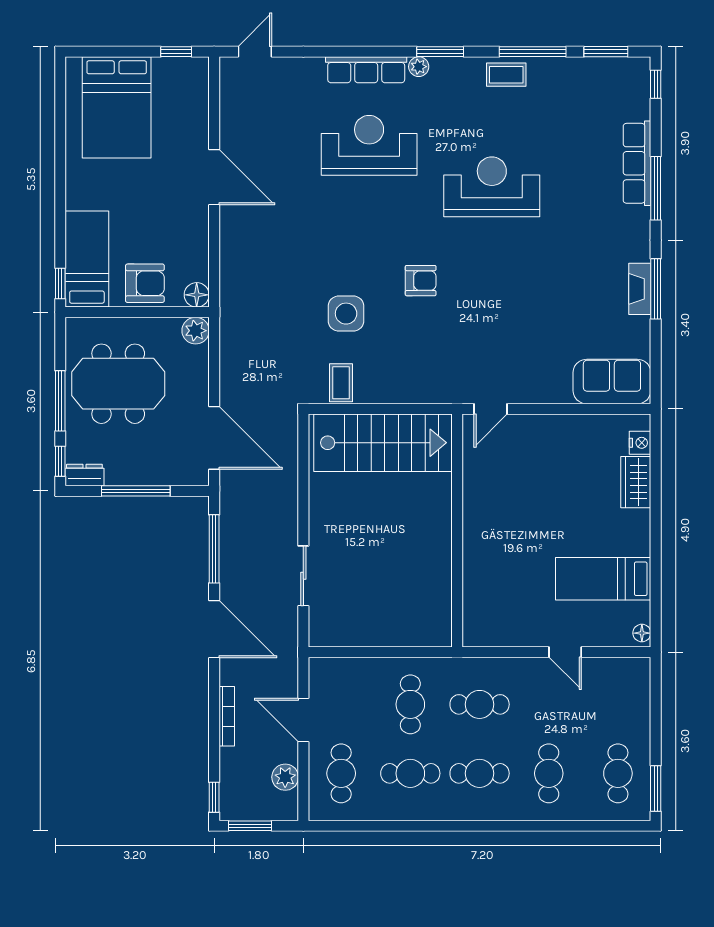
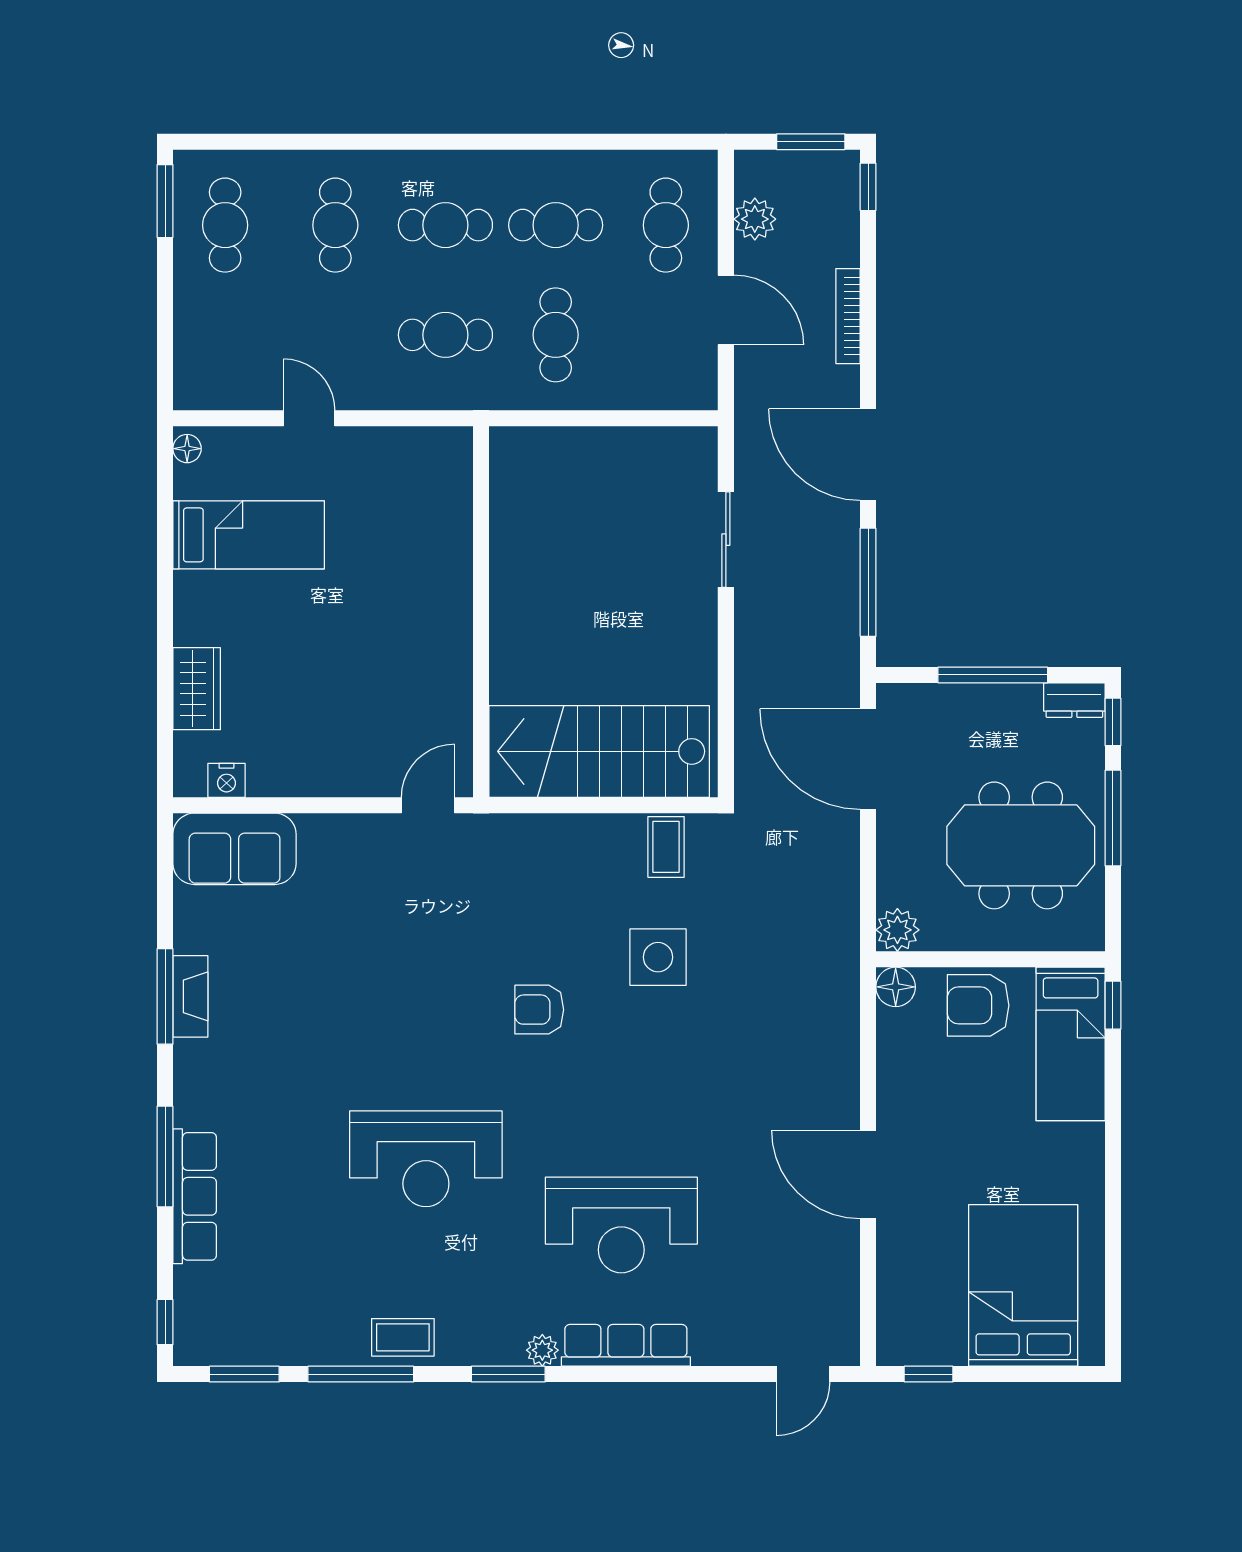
nightstand: (640, 443) -> (226, 780), moved, turned -90

